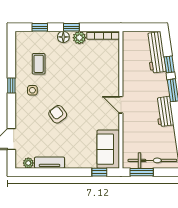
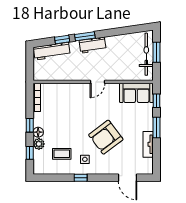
plant: (79, 38) -> (39, 144), moved
workbench: (164, 112) -> (93, 45), moved
armchair: (58, 114) -> (106, 137), width x1.88, depth x1.88
plant: (28, 163) -> (149, 163), removed
window: (69, 172) -> (157, 127), added
window: (142, 172) -> (157, 52), moved

